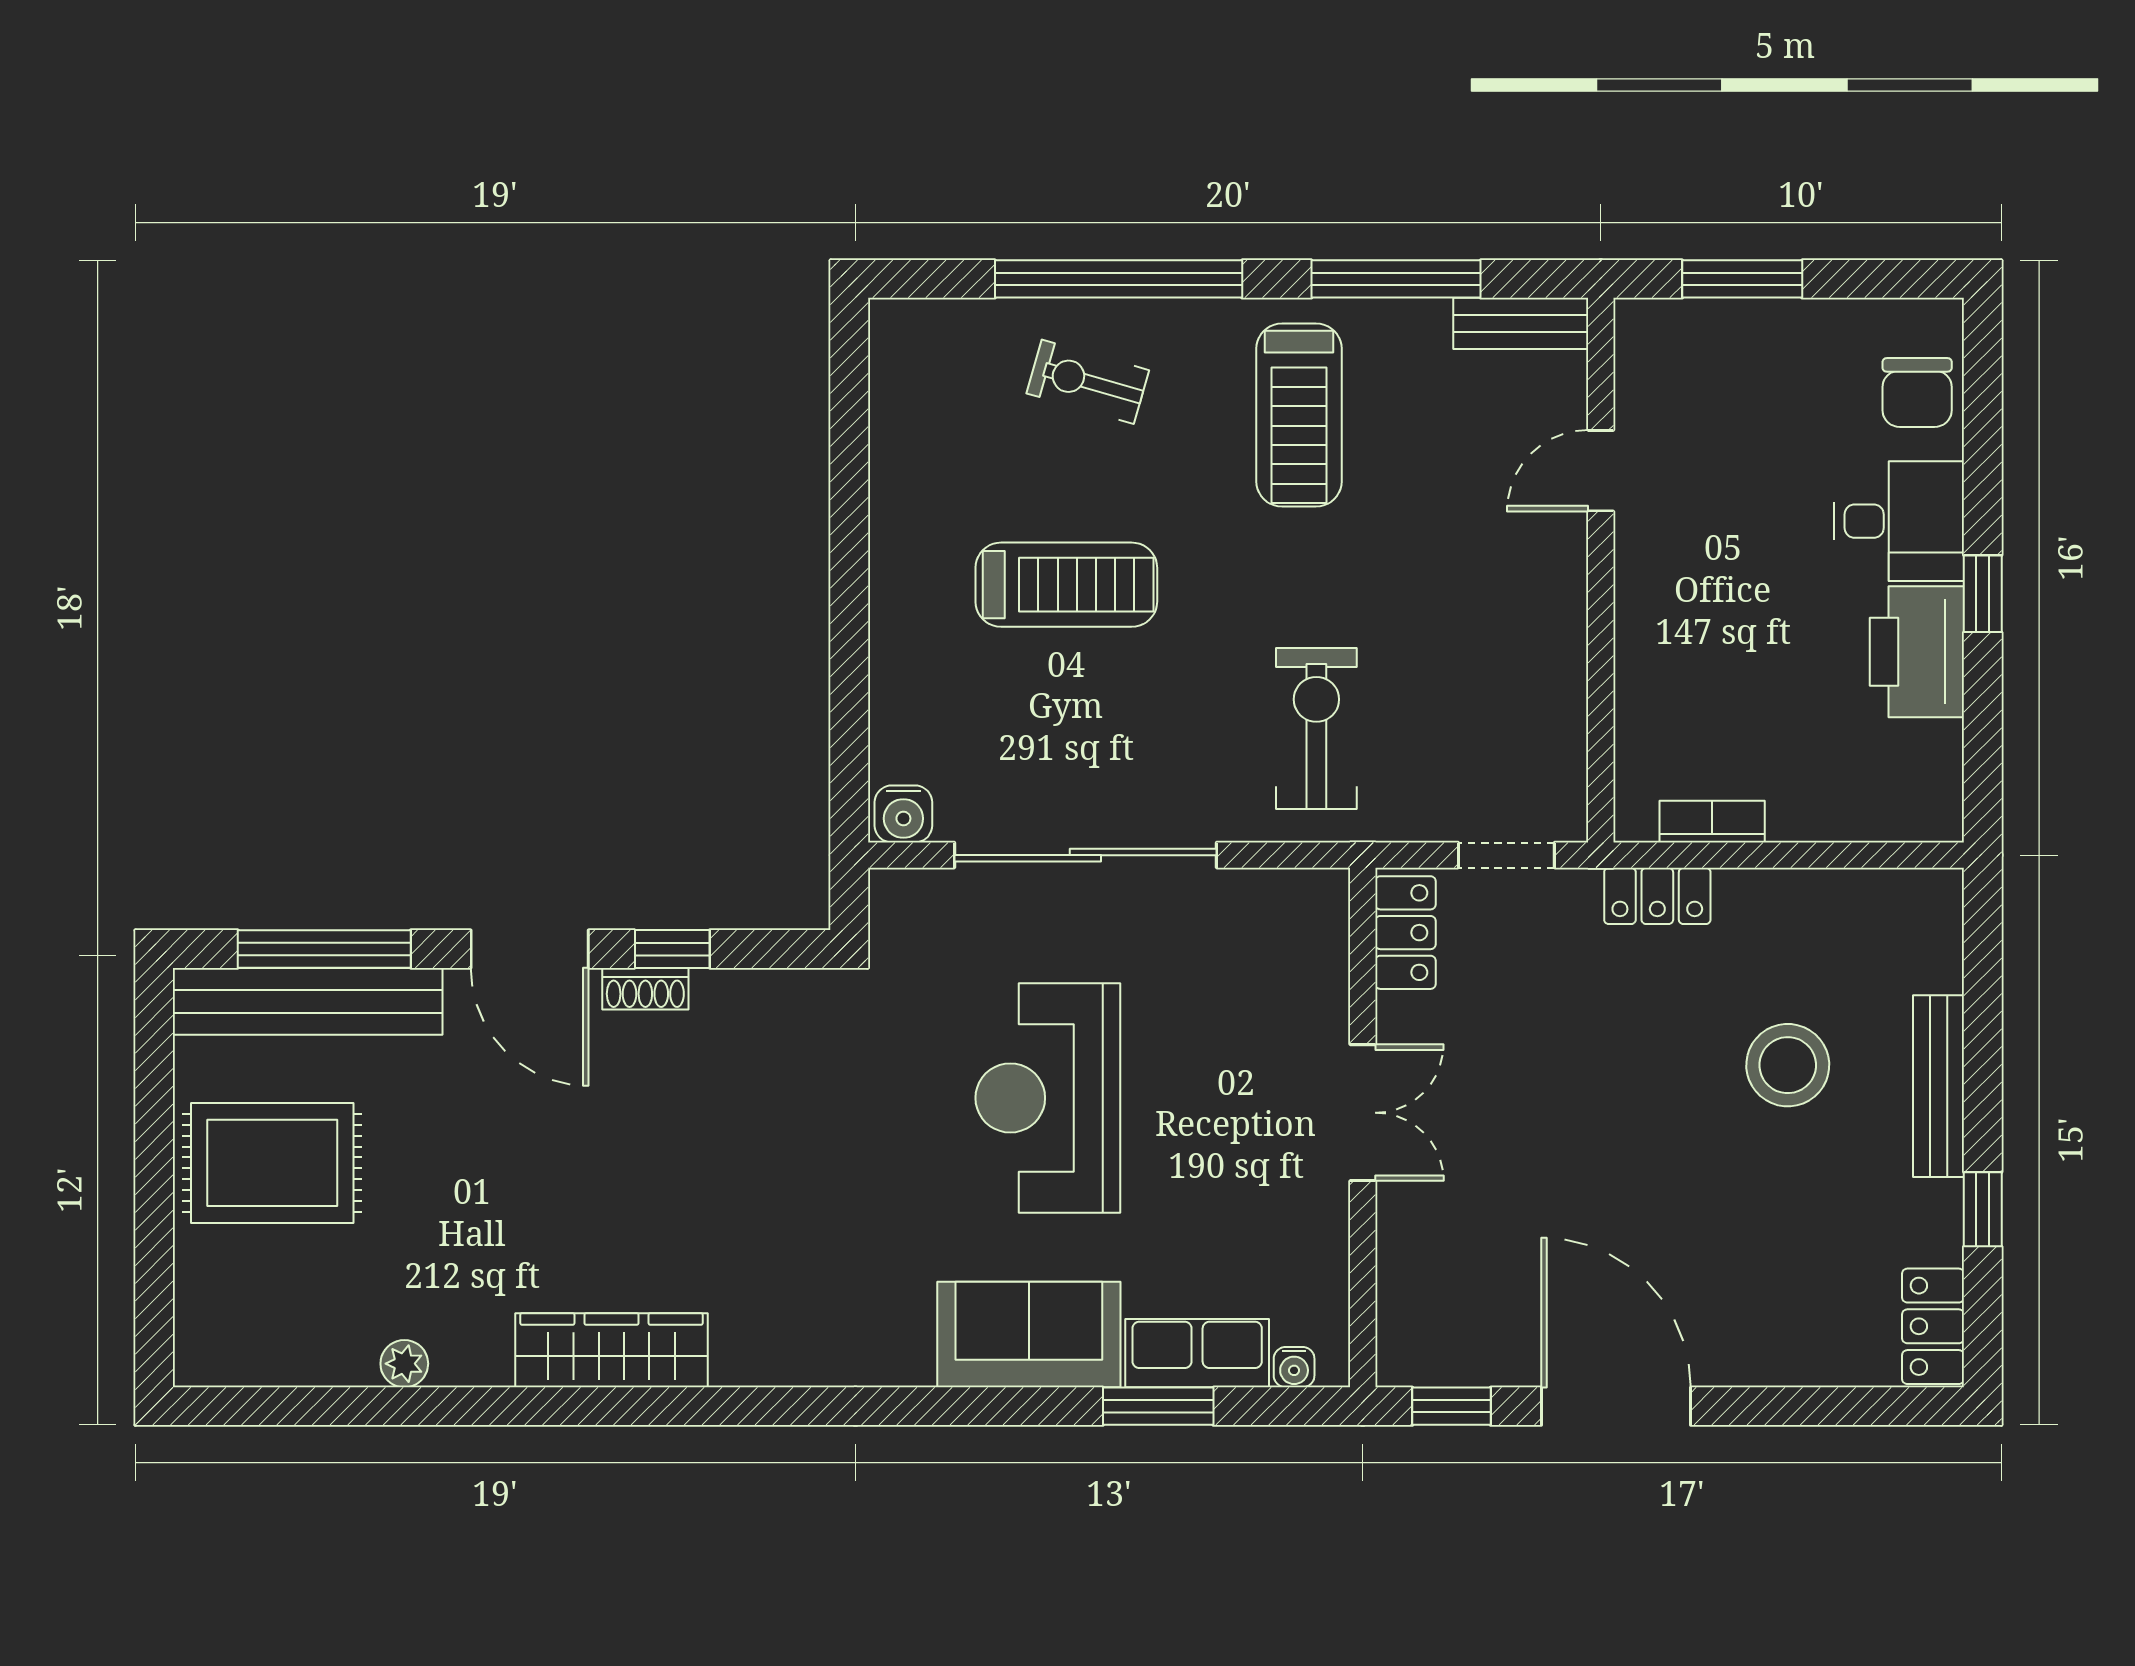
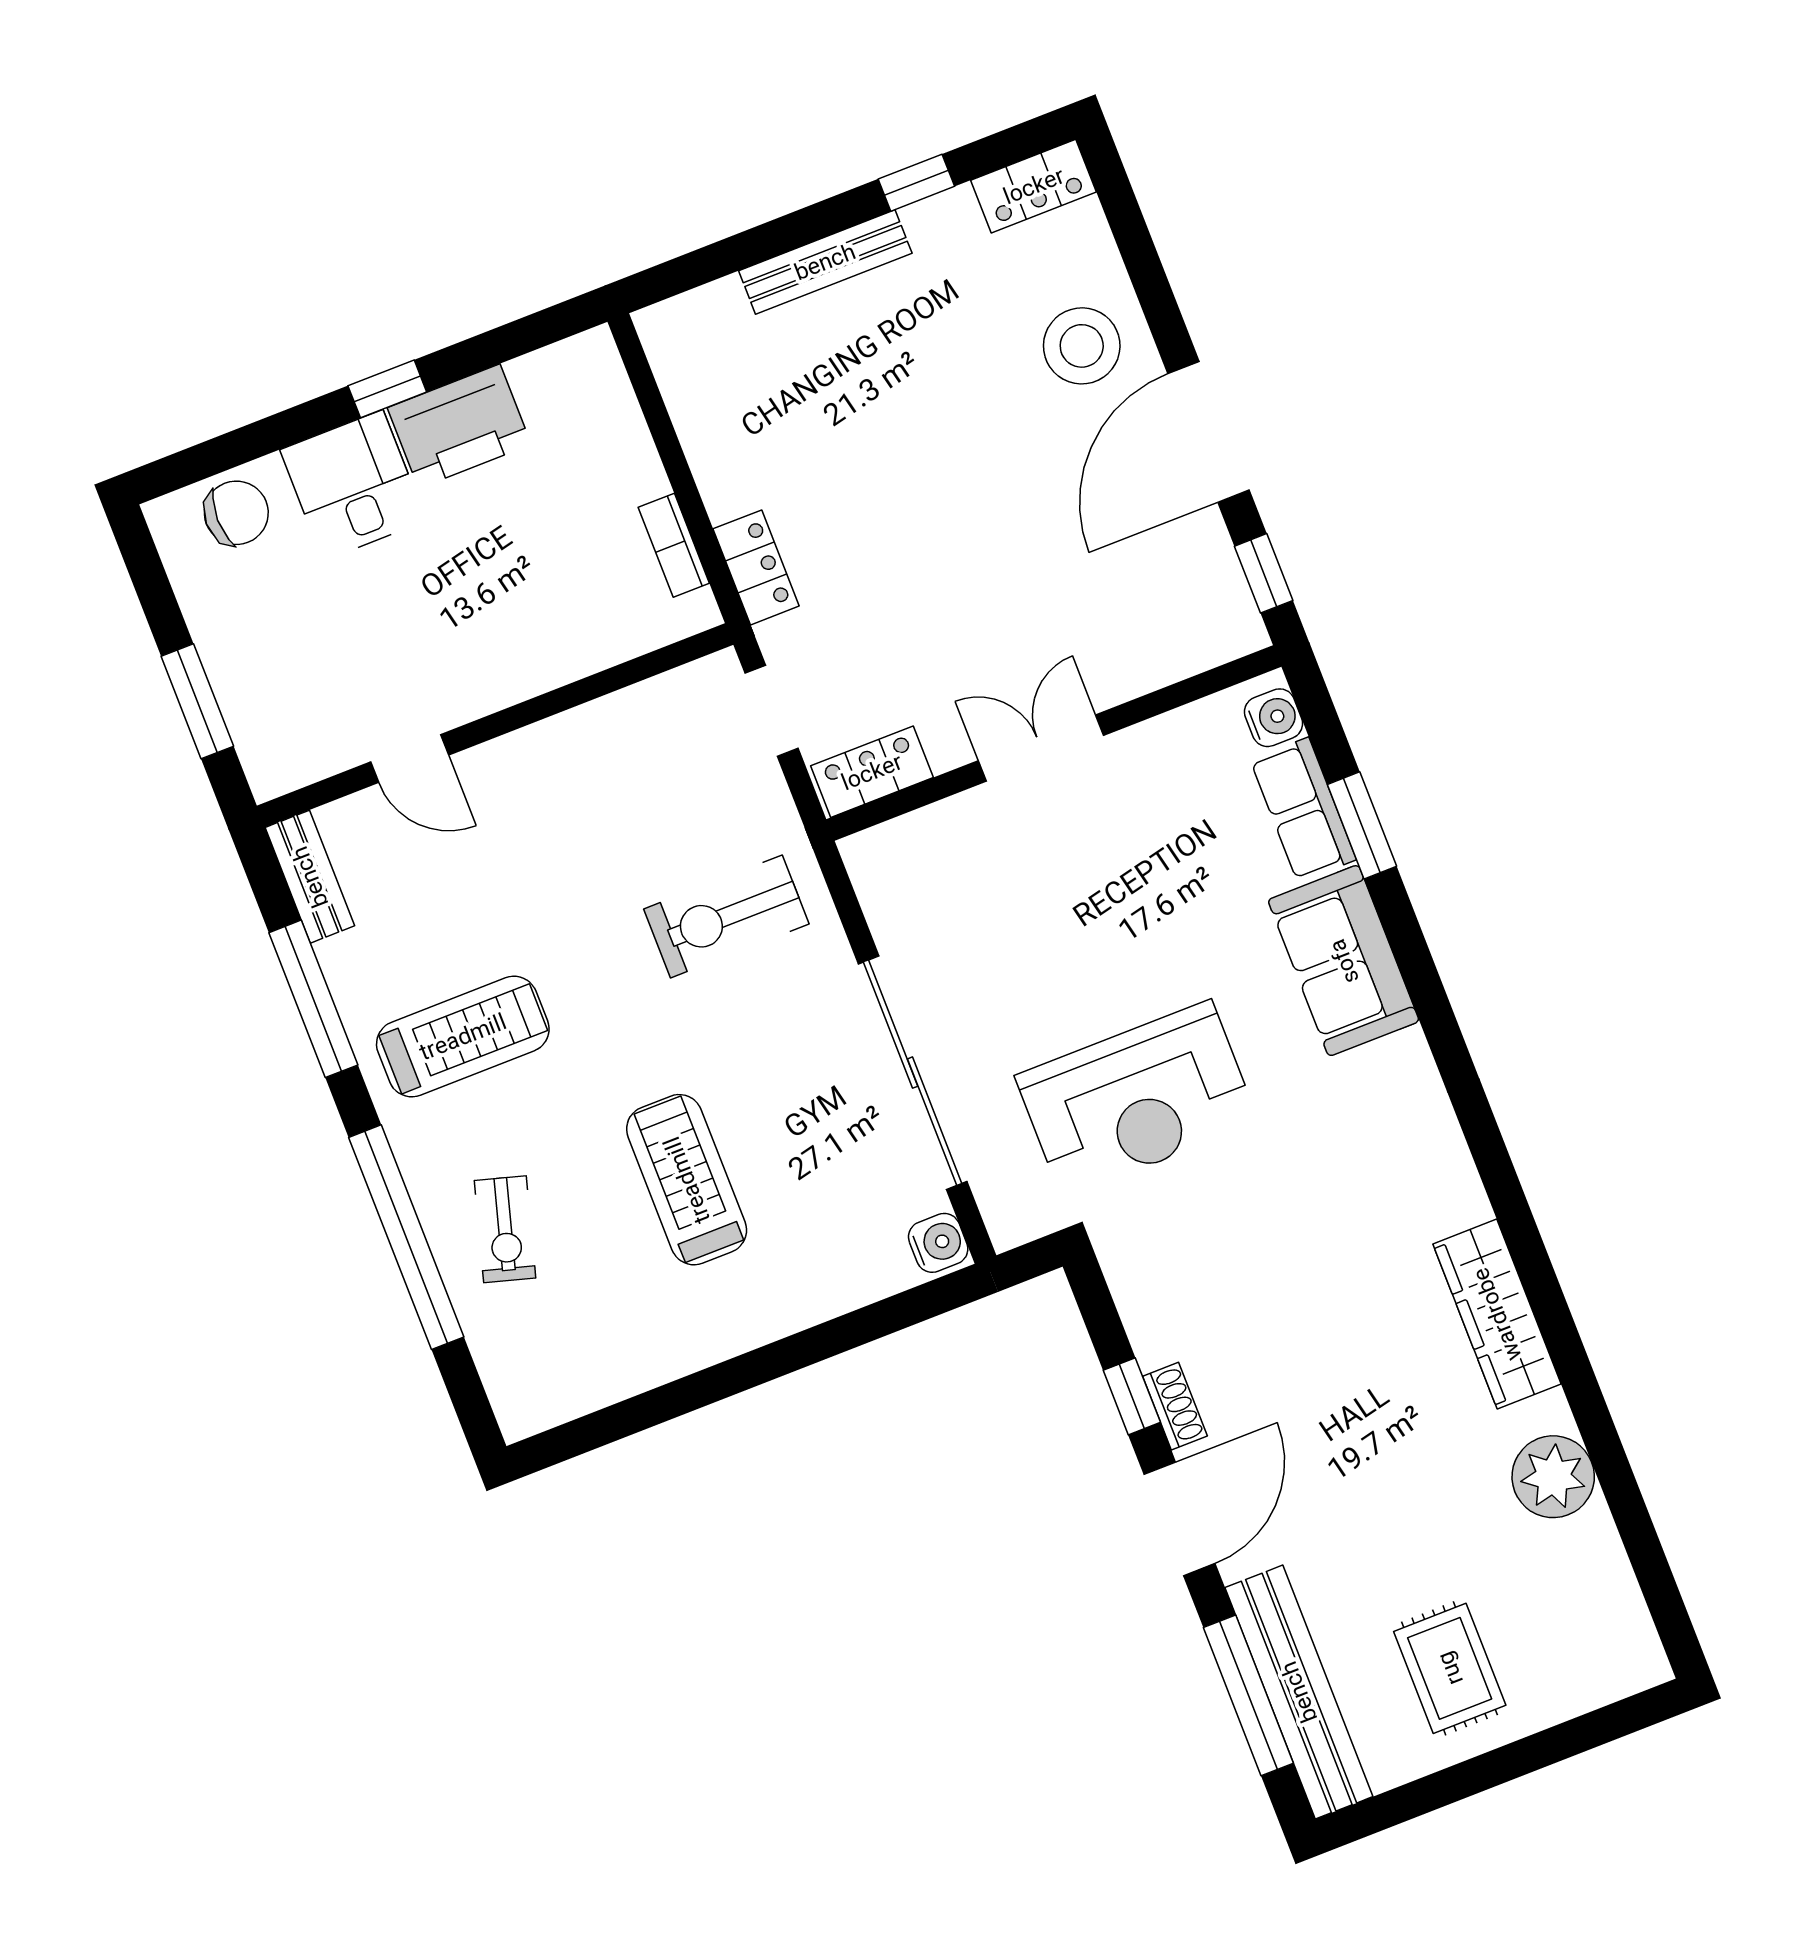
stool: (1788, 1065) -> (1082, 346), moved
reception desk: (1048, 1098) -> (1137, 1099), moved
rug: (272, 1163) -> (1450, 1668), width x0.73, depth x0.70
plant: (404, 1364) -> (1553, 1477), width x1.87, depth x1.87
water cooler: (1294, 1367) -> (1274, 718), width x1.38, depth x1.38

